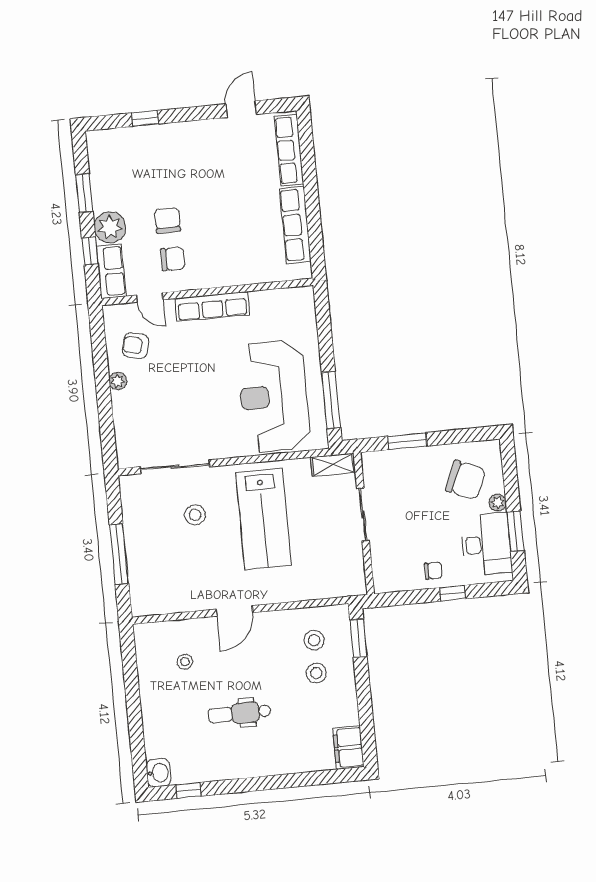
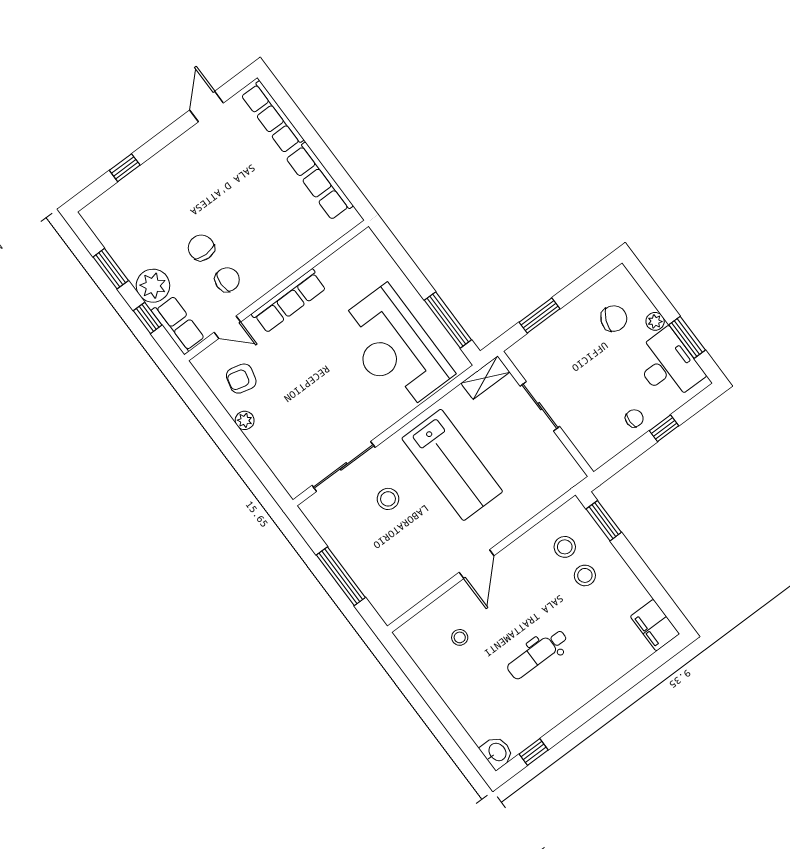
chair: (466, 480) -> (614, 319), width x0.73, depth x0.73

